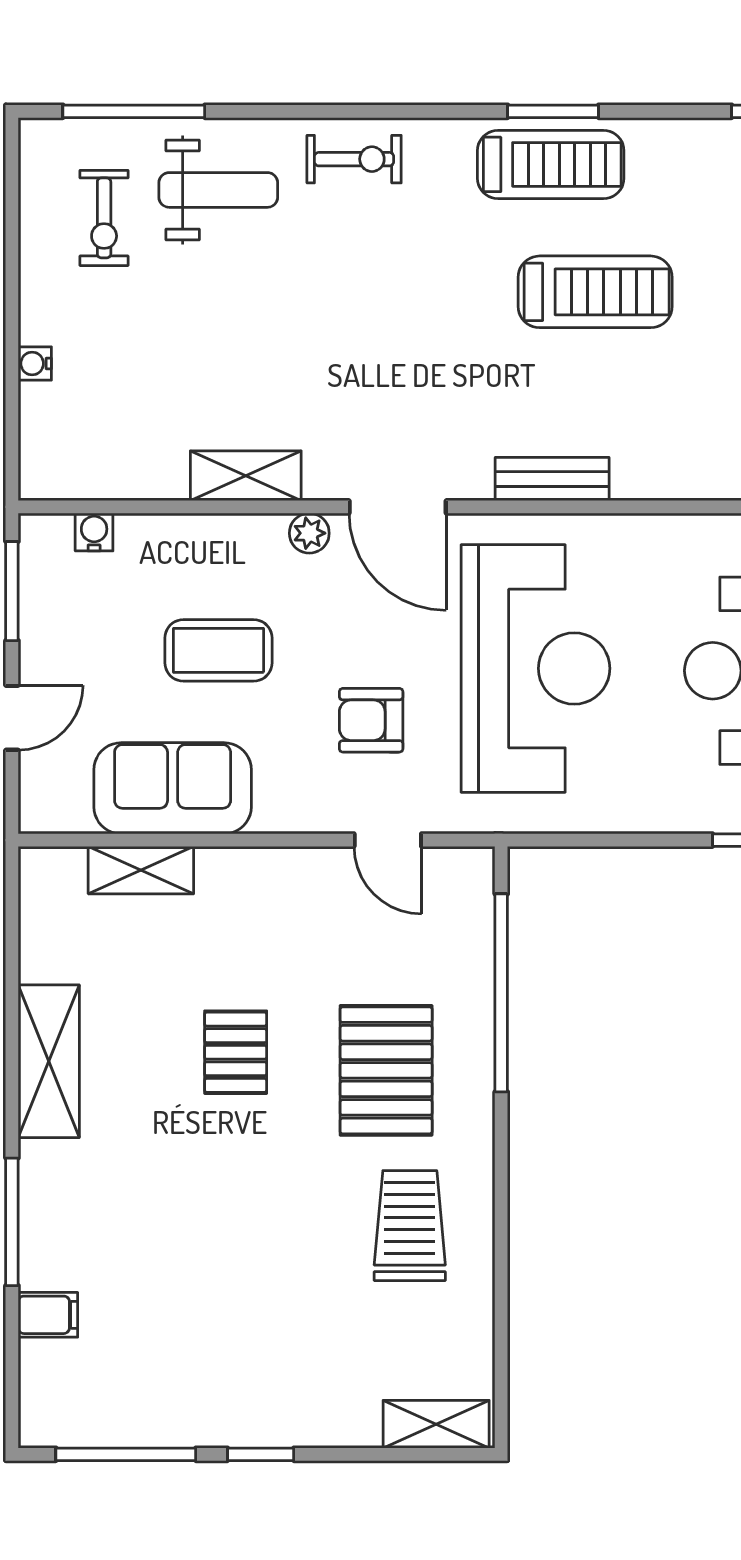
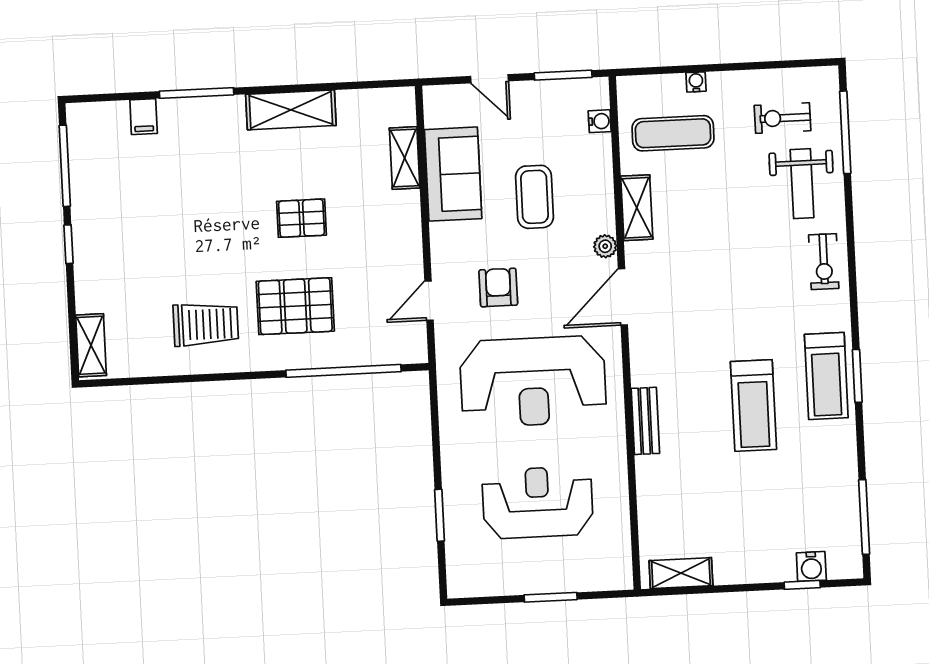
exercise mat: (121, 407) -> (673, 133), added
bench: (552, 479) -> (645, 421), moved

